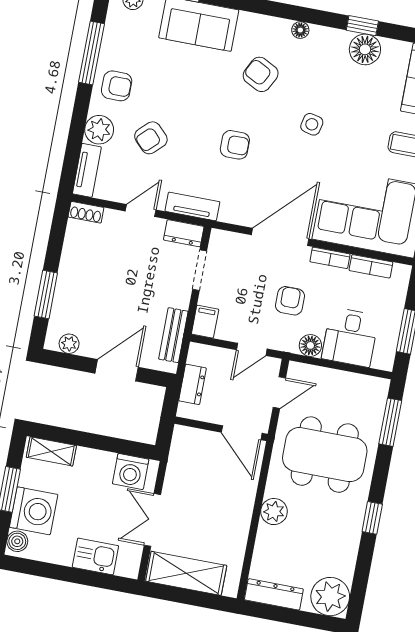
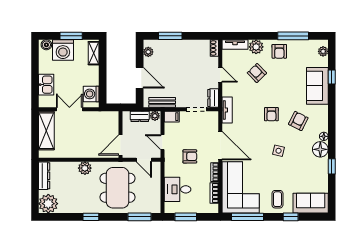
floor lamp: (365, 49) -> (320, 149), moved
armchair: (235, 145) -> (271, 114), moved
tv unit: (192, 206) -> (227, 110), moved
floor lamp: (310, 345) -> (170, 171), removed
plant: (197, 354) -> (155, 116), added

